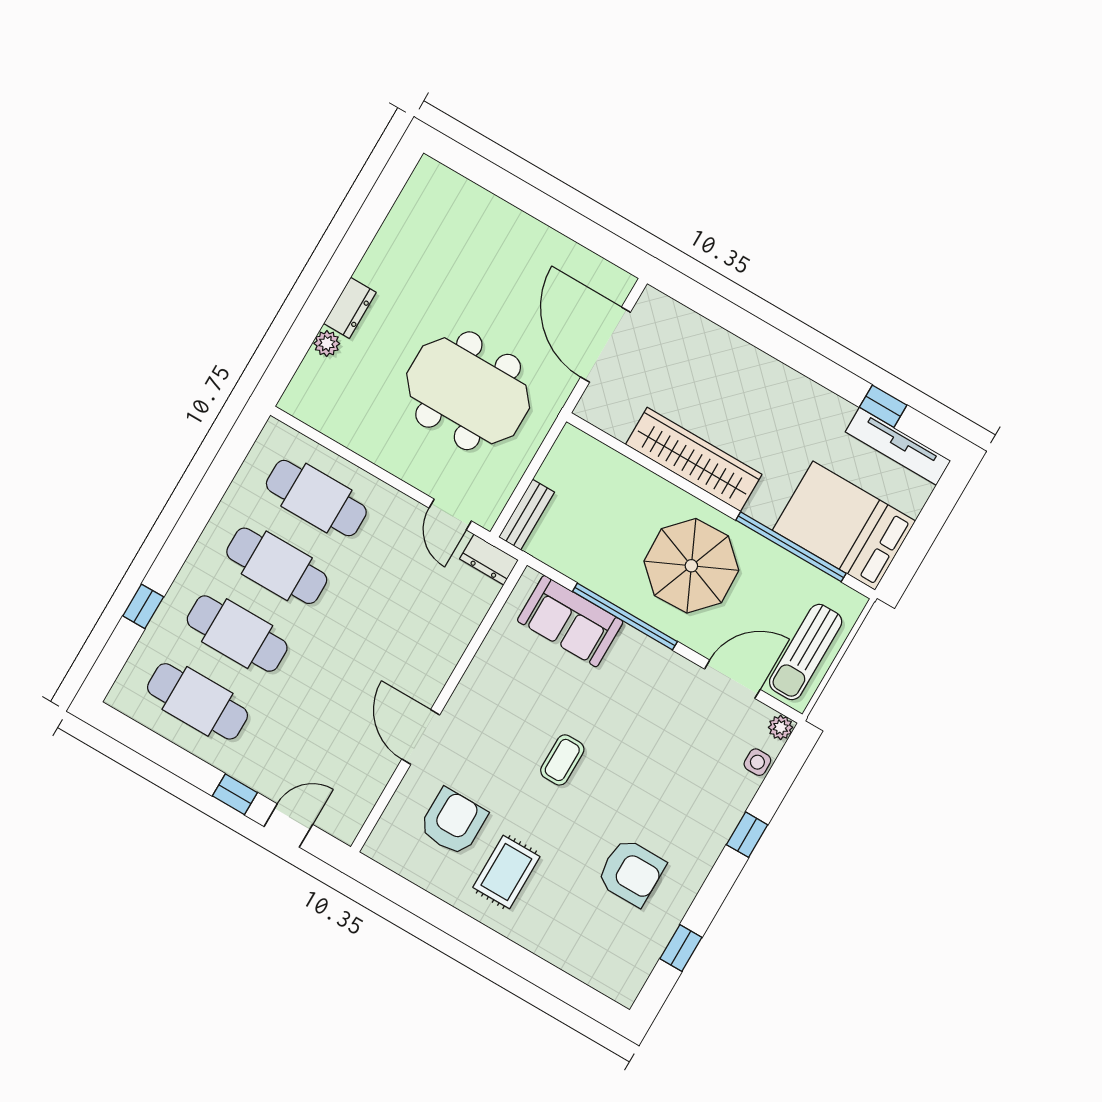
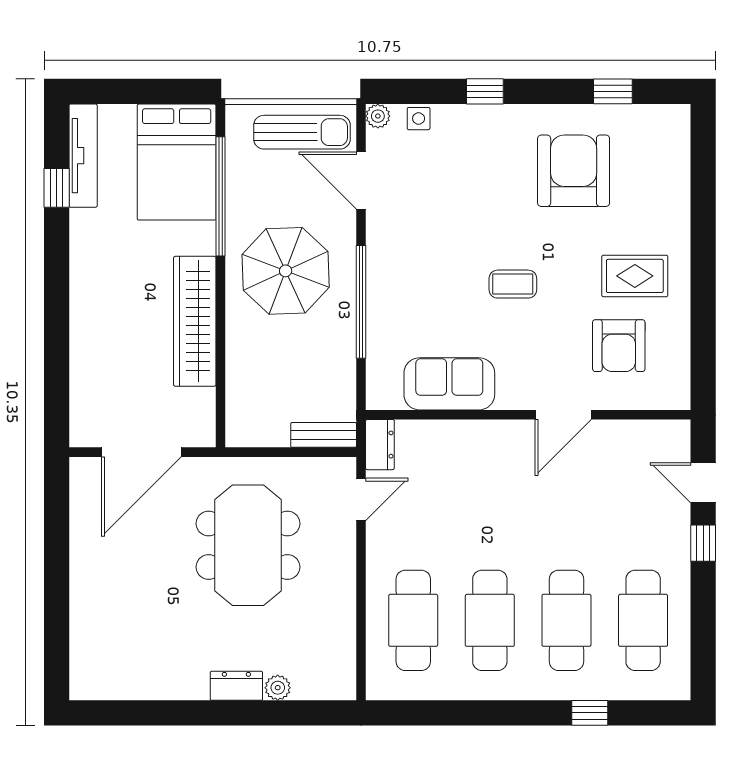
sofa: (570, 621) -> (449, 384), moved, turned -90
armchair: (453, 822) -> (619, 346), turned -90
armchair: (631, 872) -> (574, 171), width x1.36, depth x1.36

